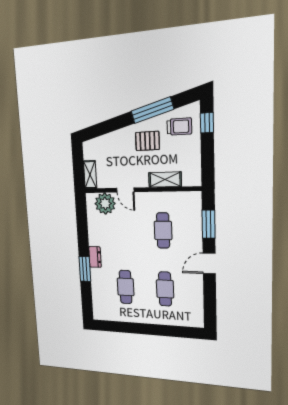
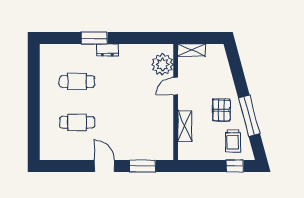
cafe table: (163, 230) -> (136, 122), removed

